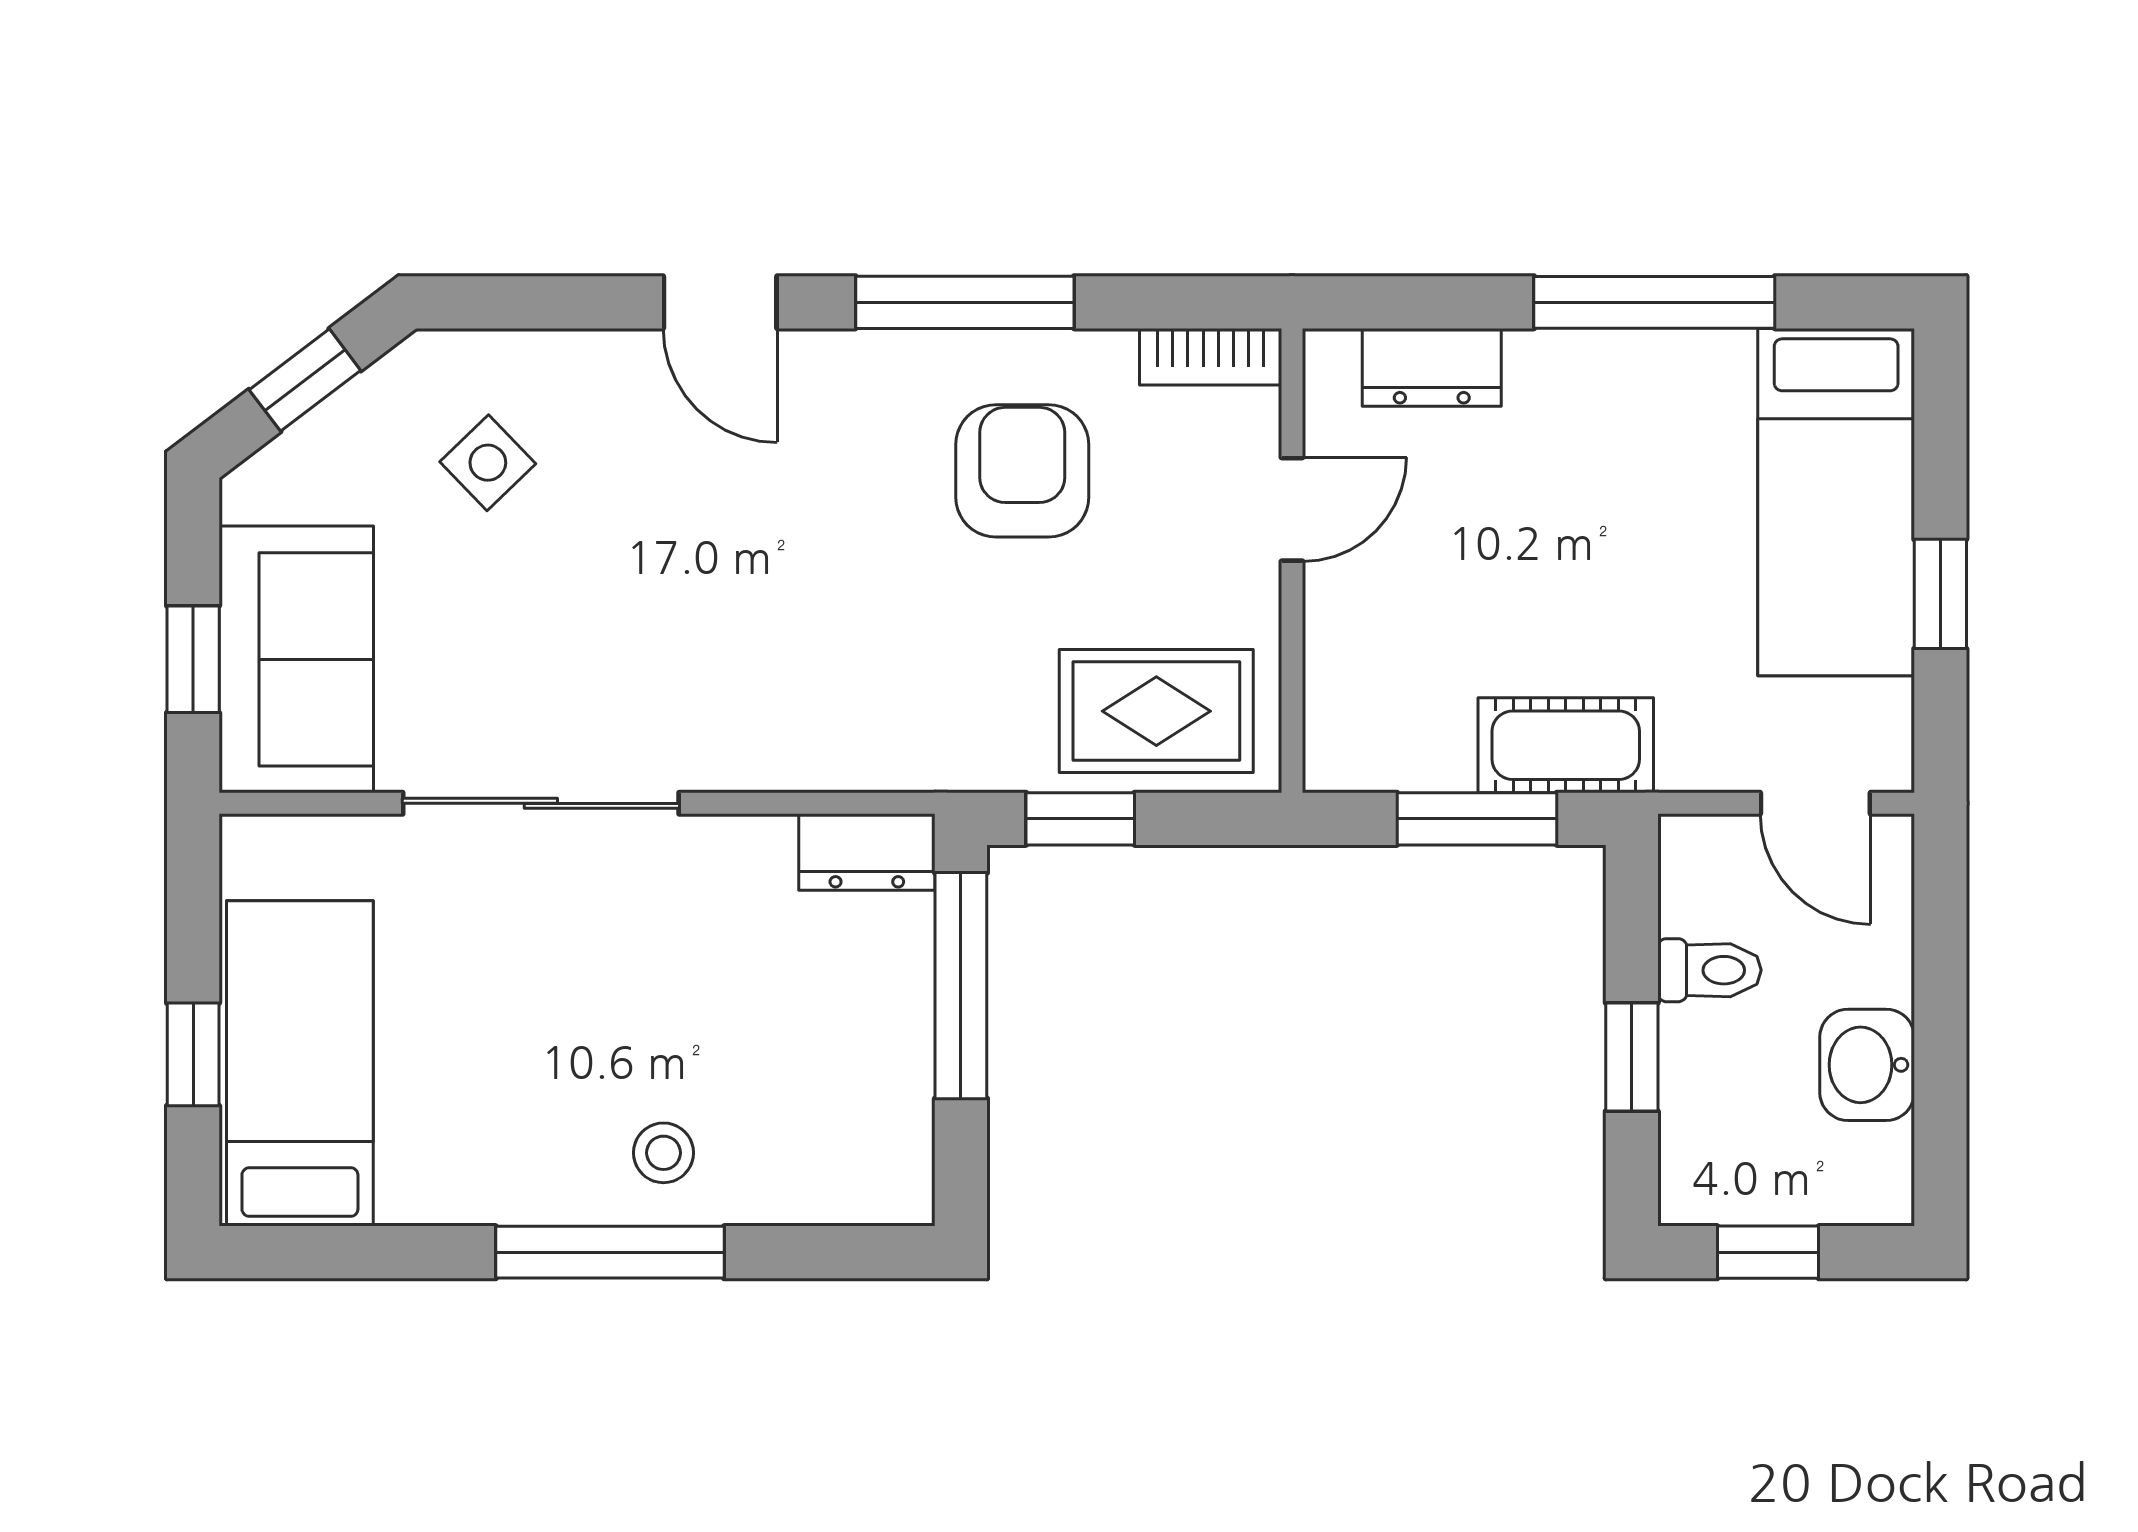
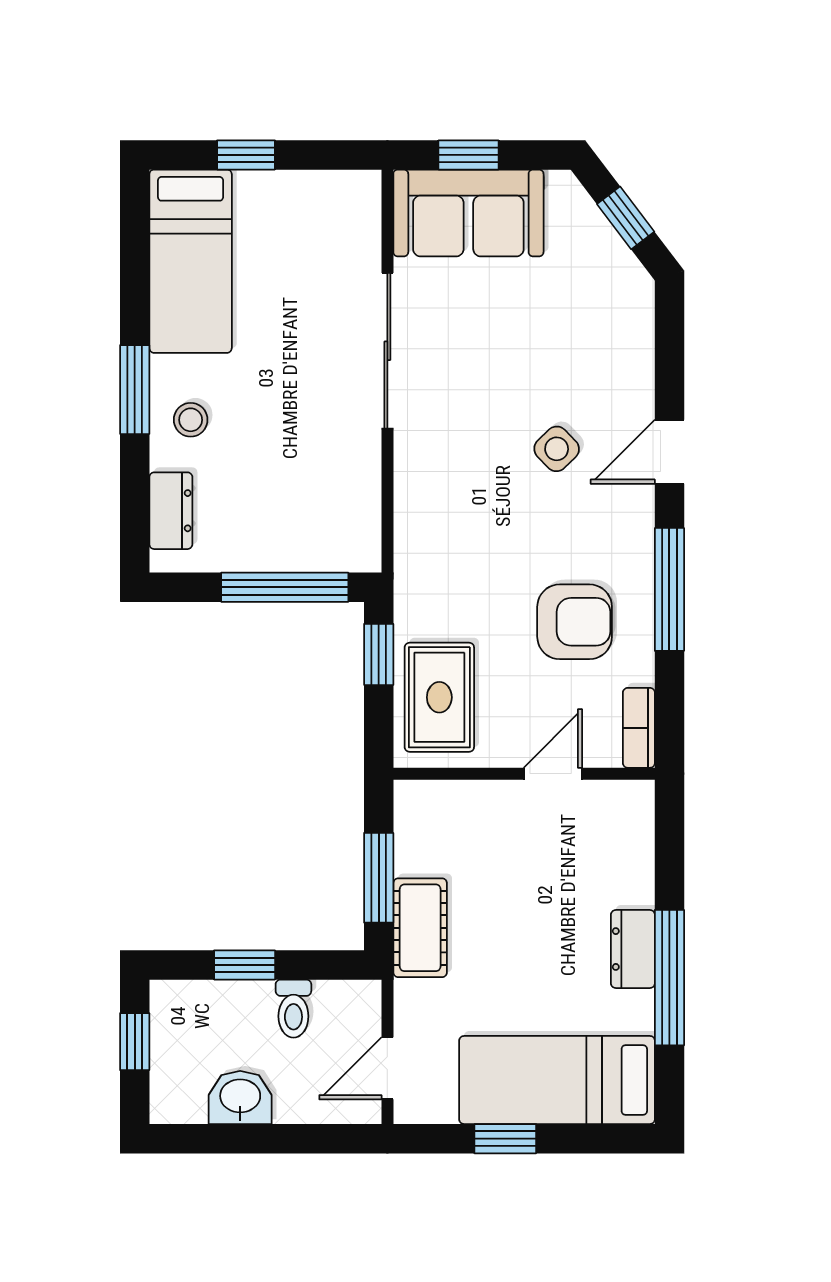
dresser: (1432, 367) -> (633, 949), moved
side table: (488, 463) -> (557, 449), moved
door: (1292, 509) -> (553, 774), swing flipped
dresser: (867, 852) -> (171, 511), moved, turned 180
bed: (300, 1063) -> (191, 261), moved, turned 90
window: (610, 1252) -> (135, 390), width x0.69

